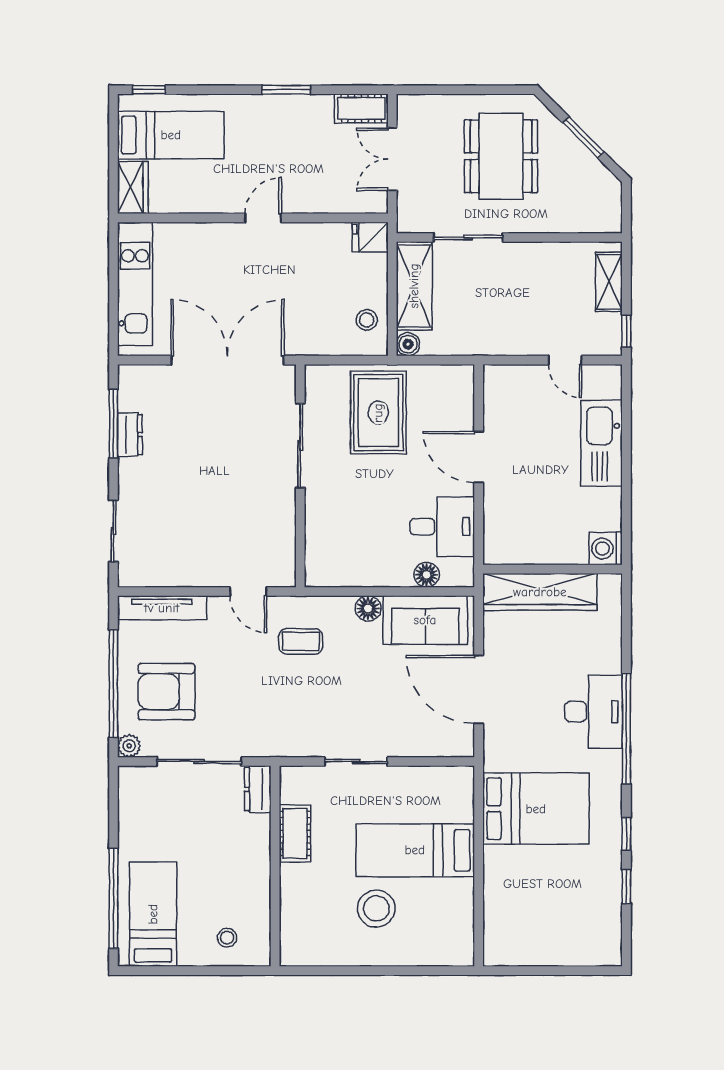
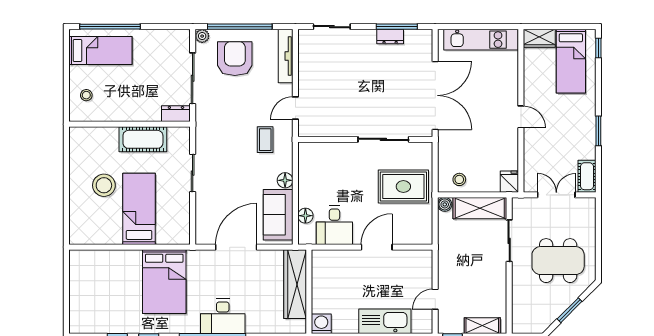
cot: (295, 833) -> (143, 139), width x1.37, depth x1.34

